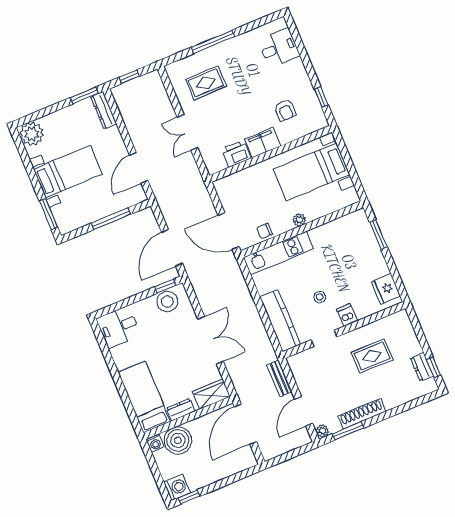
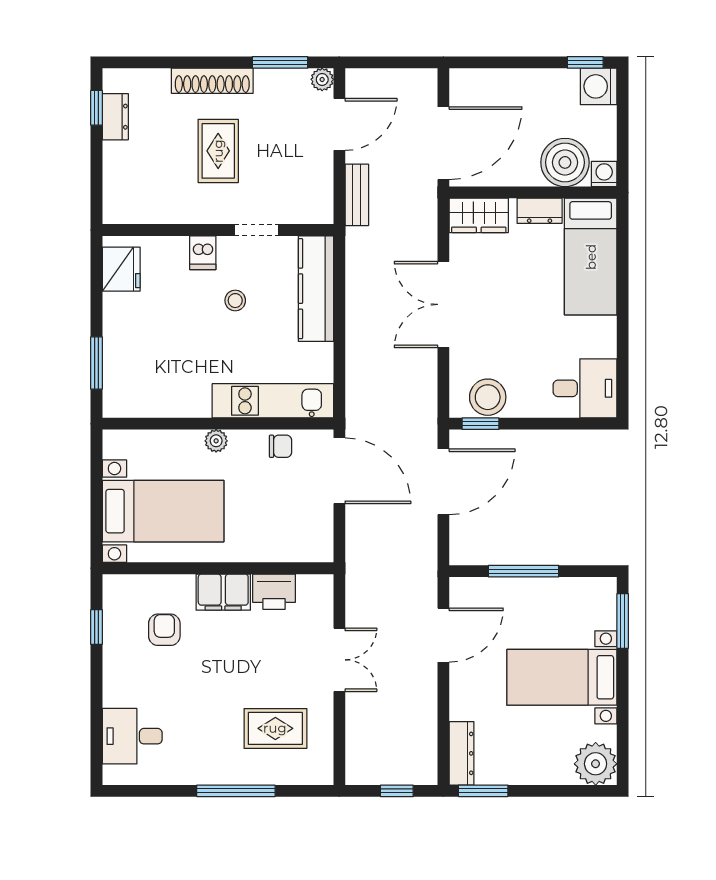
rug: (372, 356) -> (218, 151), moved, turned 90
shoe rack: (362, 414) -> (212, 81), moved

